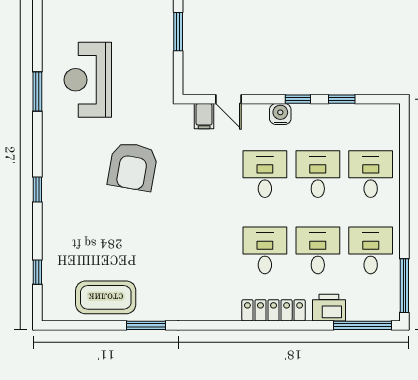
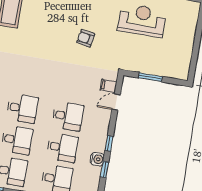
window: (178, 32) -> (150, 77), moved
water cooler: (280, 114) -> (97, 159), moved
armchair: (133, 166) -> (86, 38), width x0.53, depth x0.53

